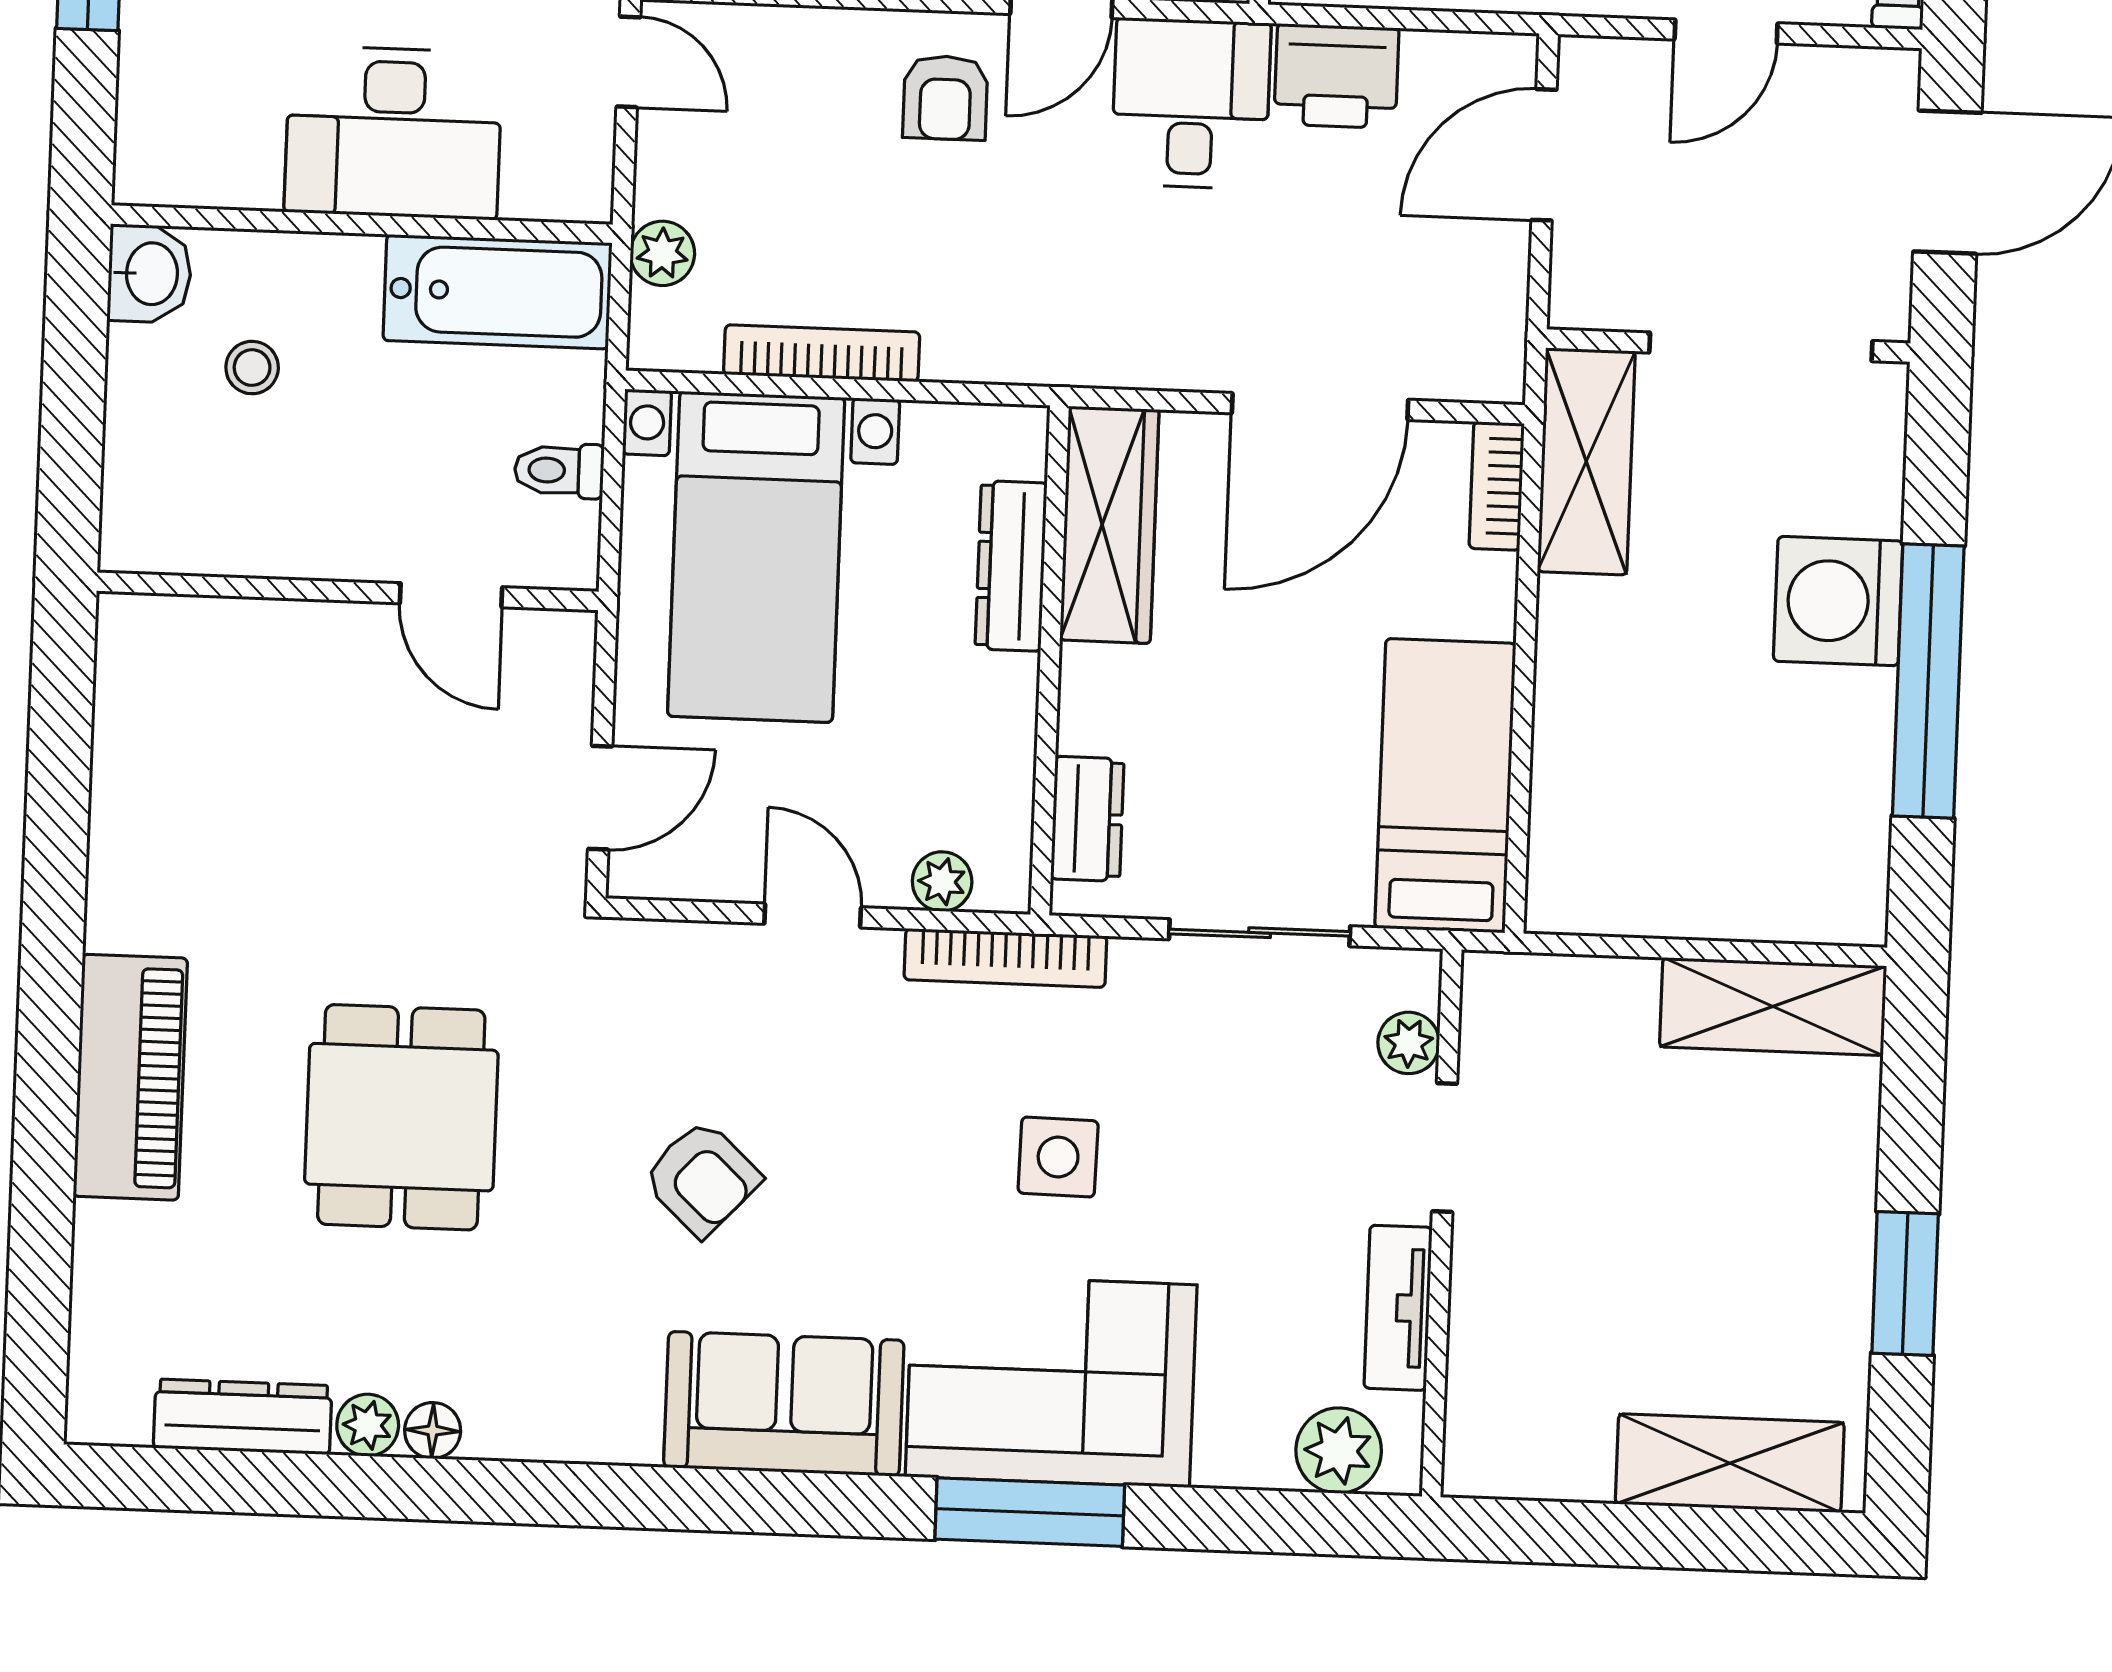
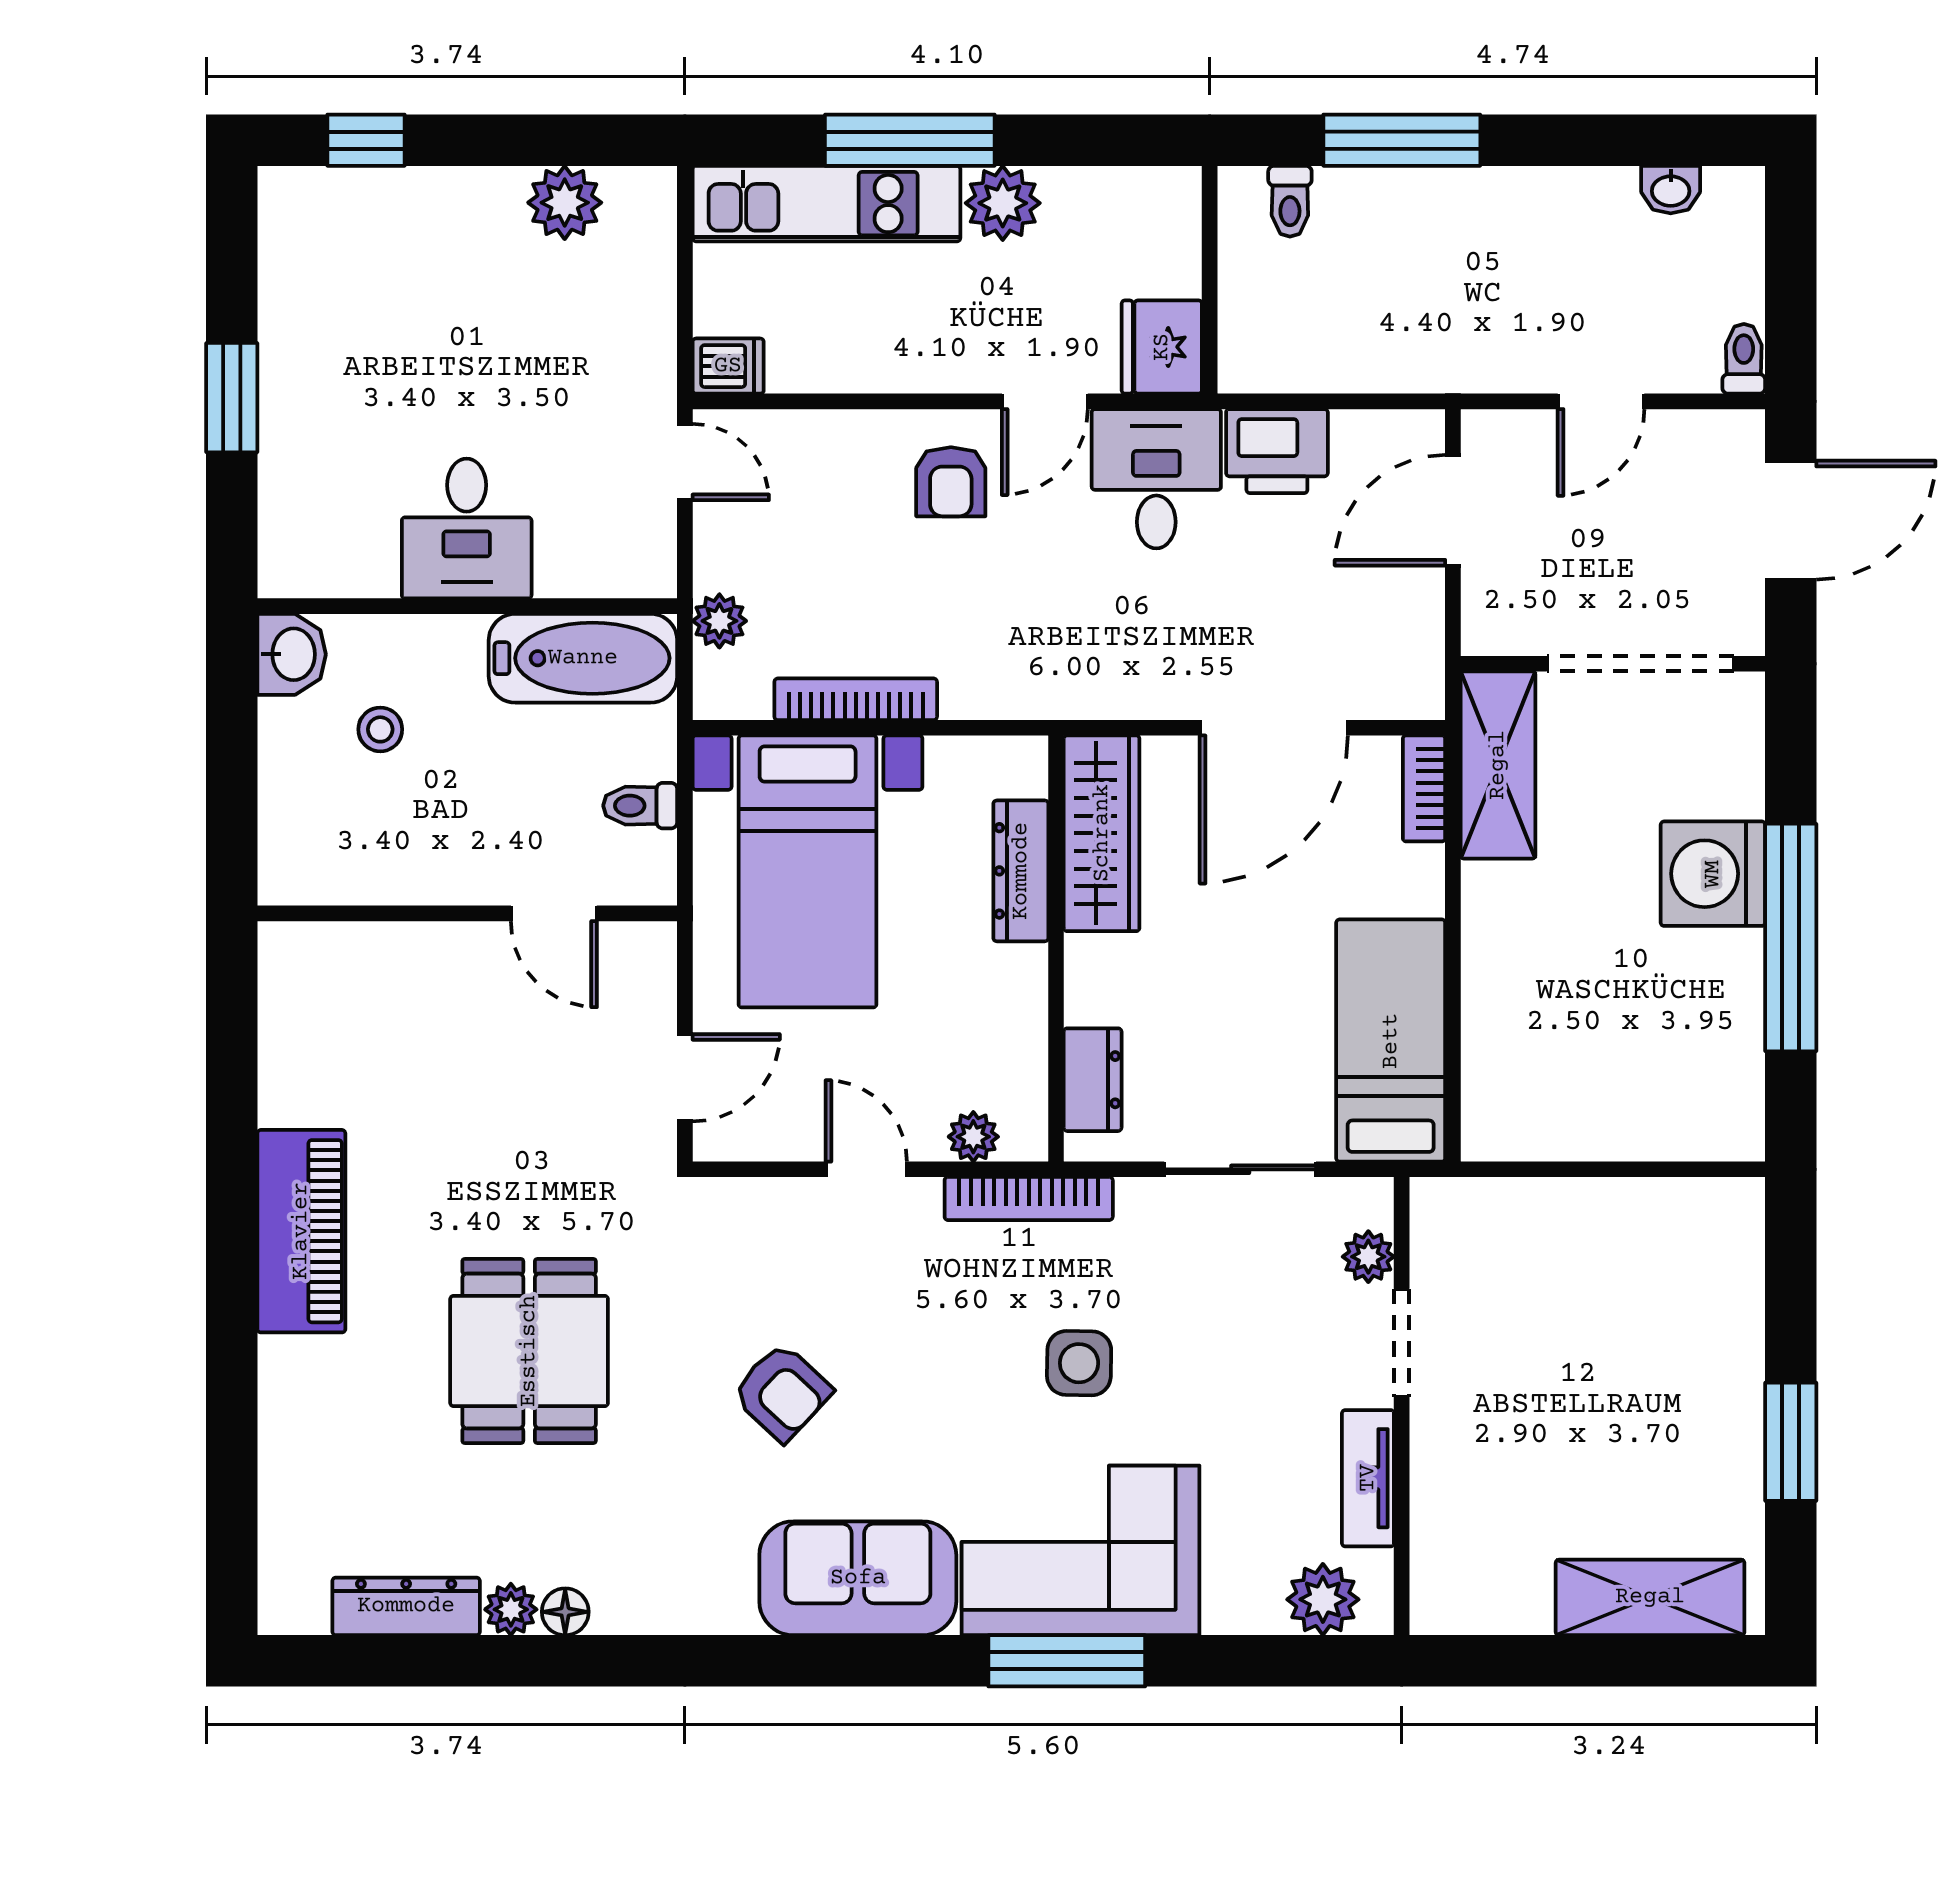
desk: (393, 132) -> (467, 528), width x0.73
shelving: (1773, 1006) -> (1672, 1214), removed
piano: (130, 1077) -> (301, 1231), moved

